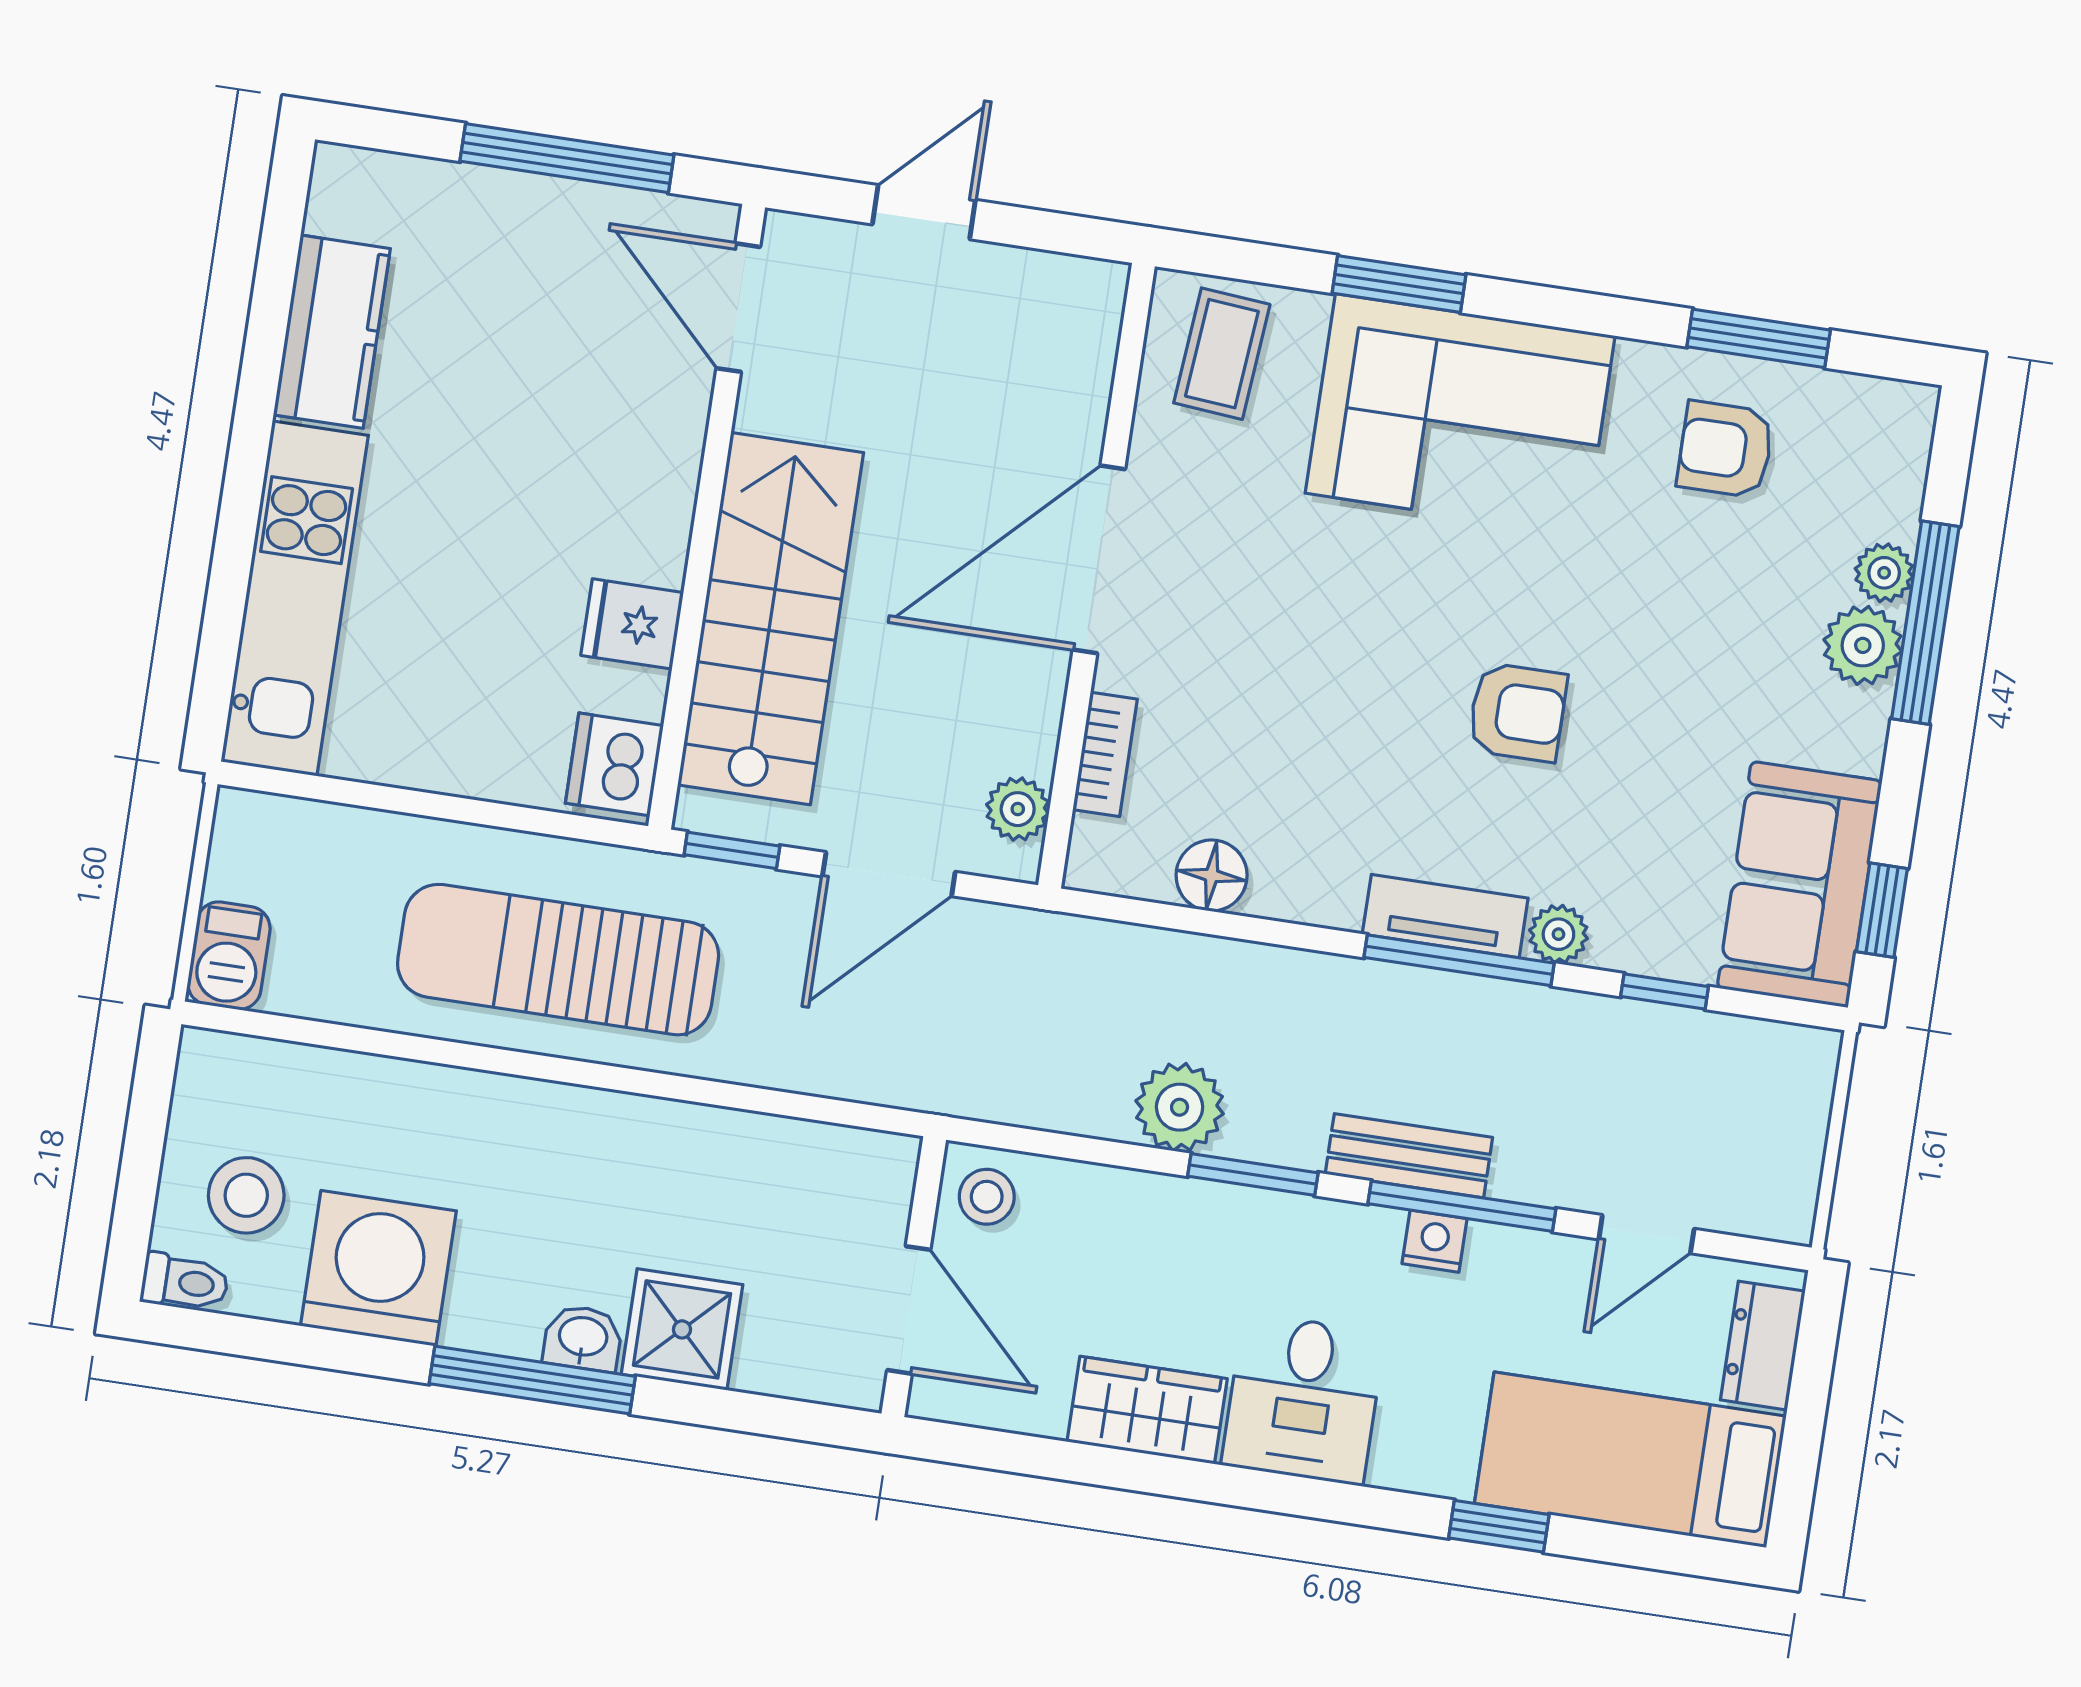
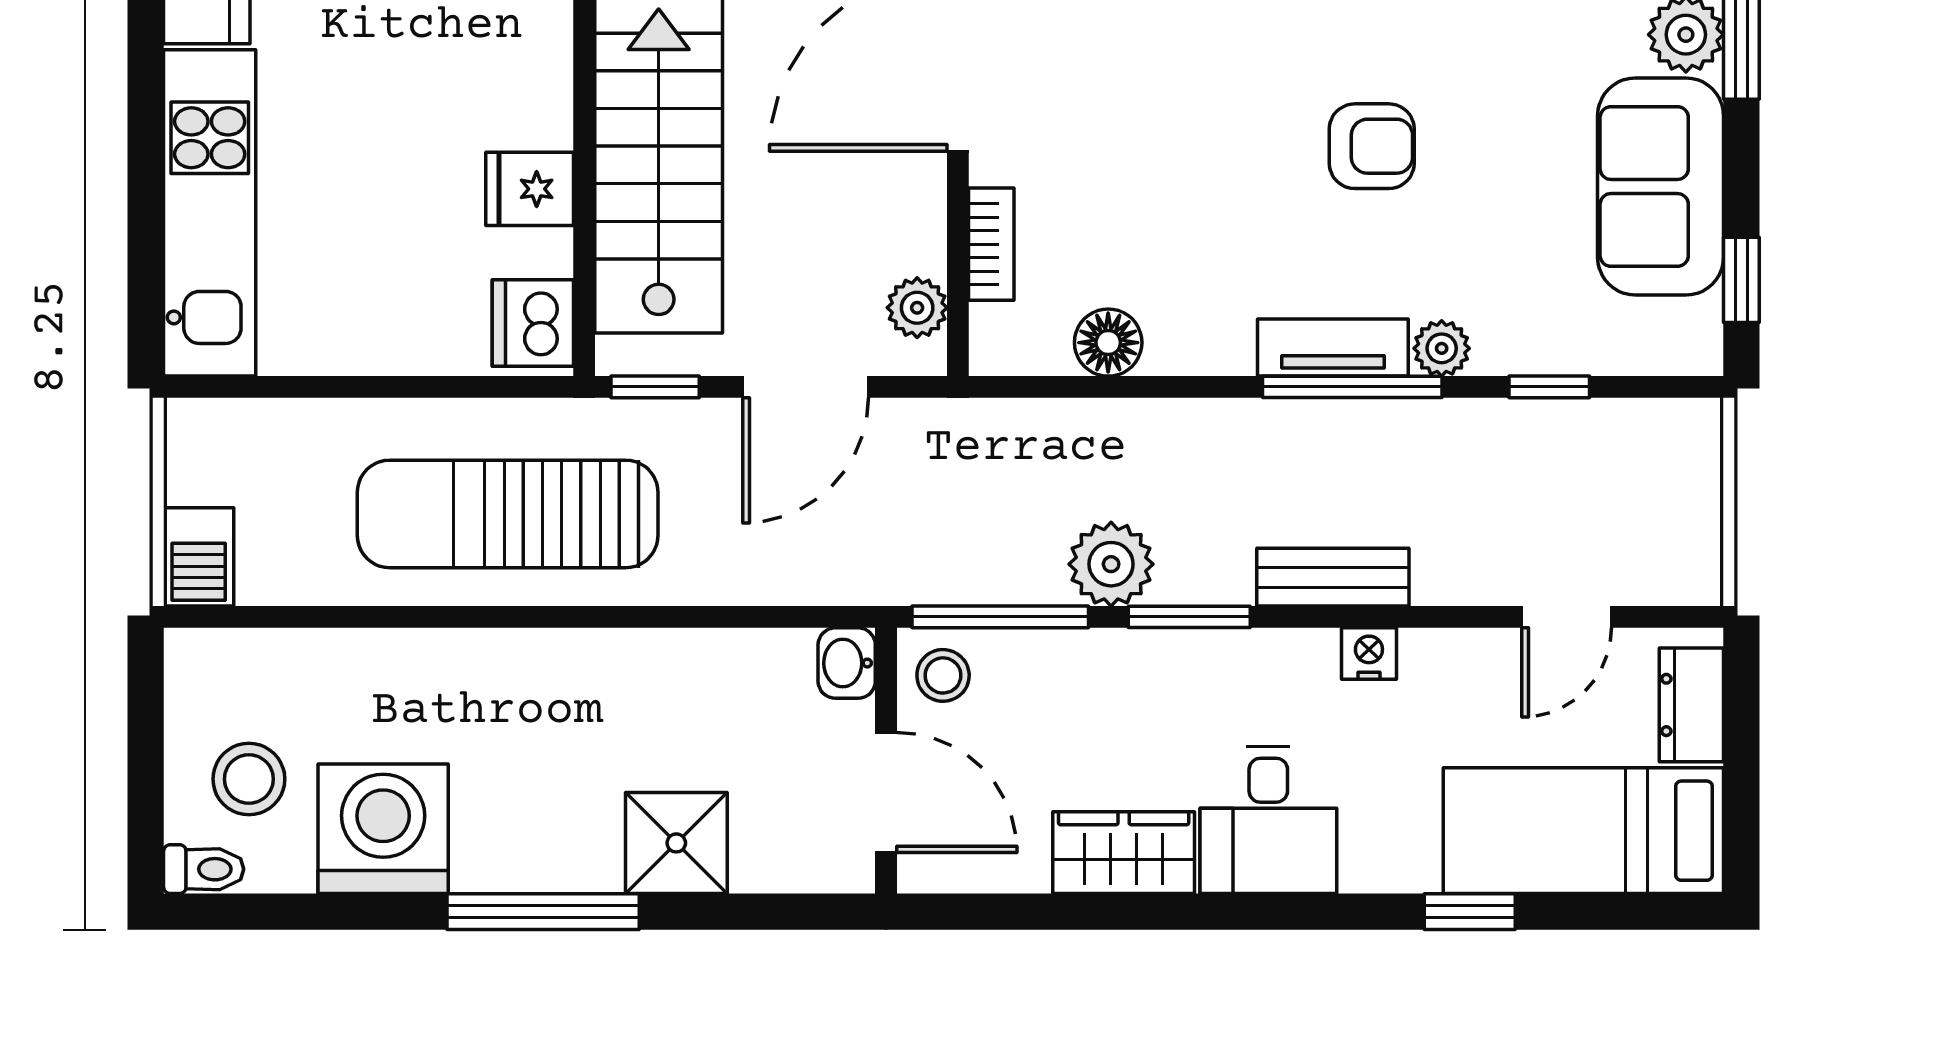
sofa: (1800, 884) -> (1661, 187), moved
window: (1462, 1206) -> (1000, 617), moved
washbasin: (583, 1338) -> (847, 663), moved, turned -90

